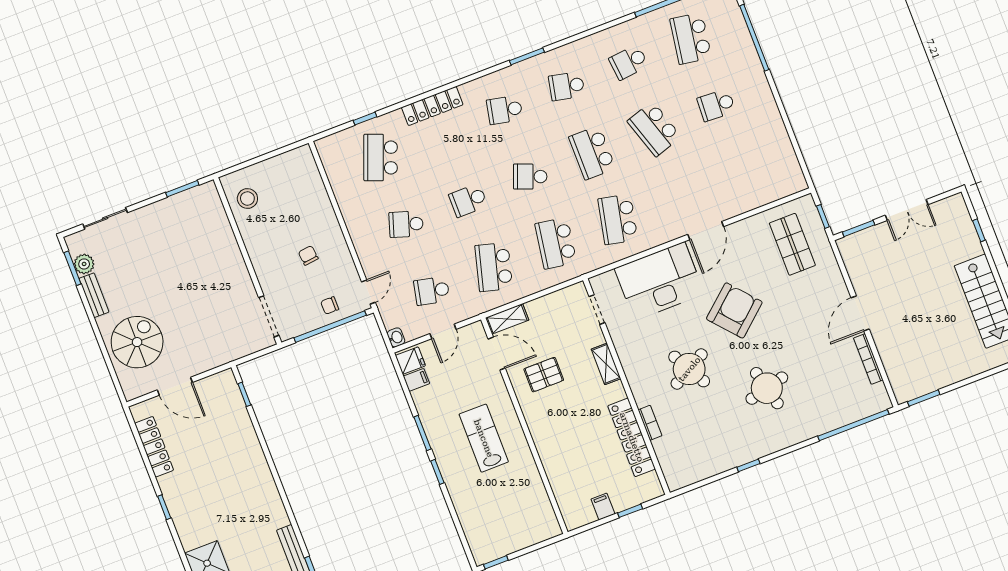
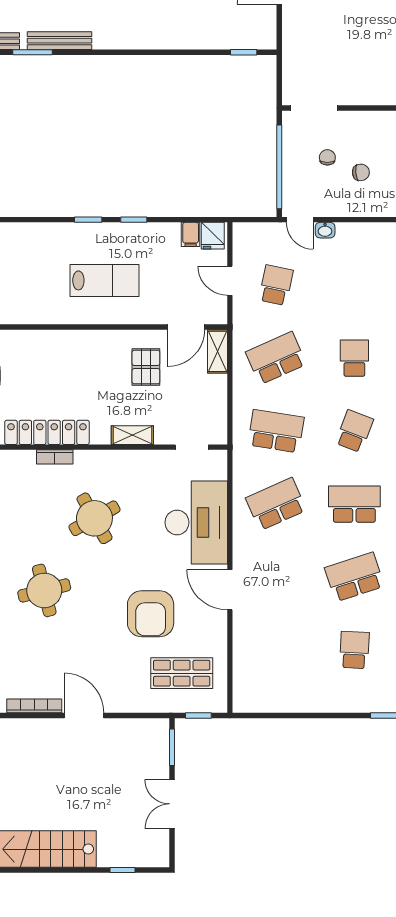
school desk: (618, 219) -> (276, 504), turned -36
school desk: (406, 224) -> (354, 285), removed
school desk: (494, 267) -> (276, 358), turned -39
chair: (330, 305) -> (327, 157), moved
armchair: (734, 310) -> (151, 614), moved, turned 41
washbasin: (396, 337) -> (325, 230), moved
window: (422, 433) -> (134, 220), width x0.67

